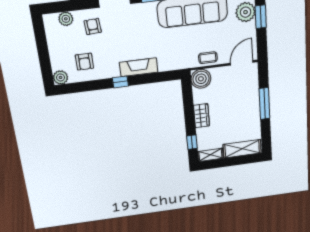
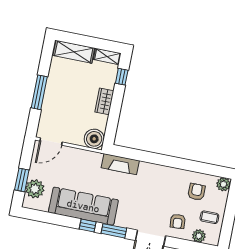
coffee table: (208, 58) -> (209, 217), moved
fireplace: (139, 67) -> (120, 164), moved
window: (120, 82) -> (171, 162), removed

